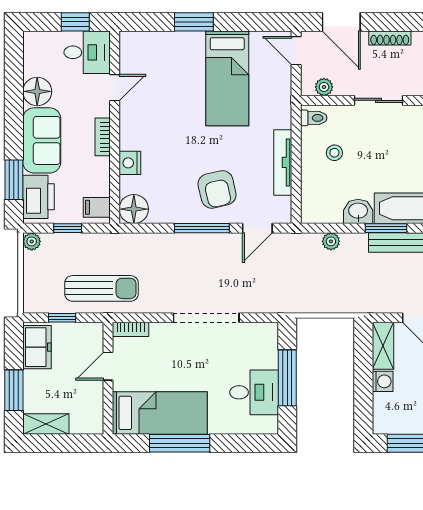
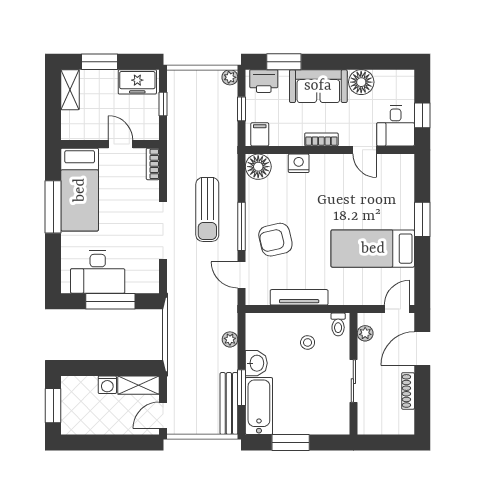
printer: (39, 197) -> (264, 81), width x0.73, depth x0.84
sun lounger: (101, 288) -> (207, 209), moved
desk: (254, 392) -> (98, 272), width x1.37

